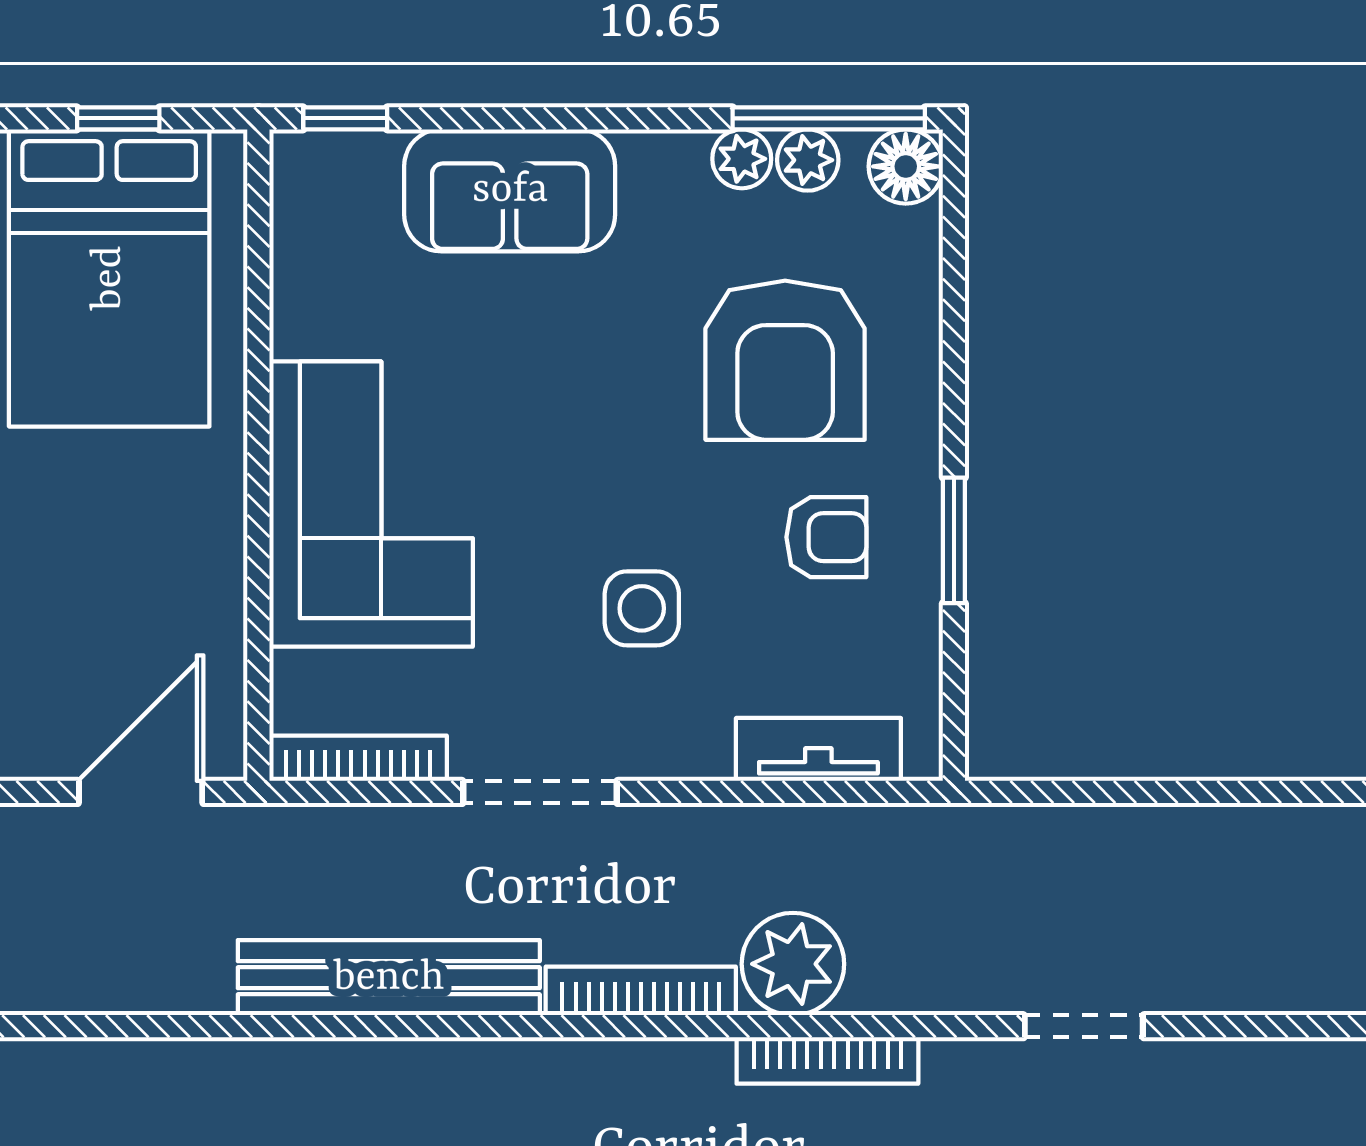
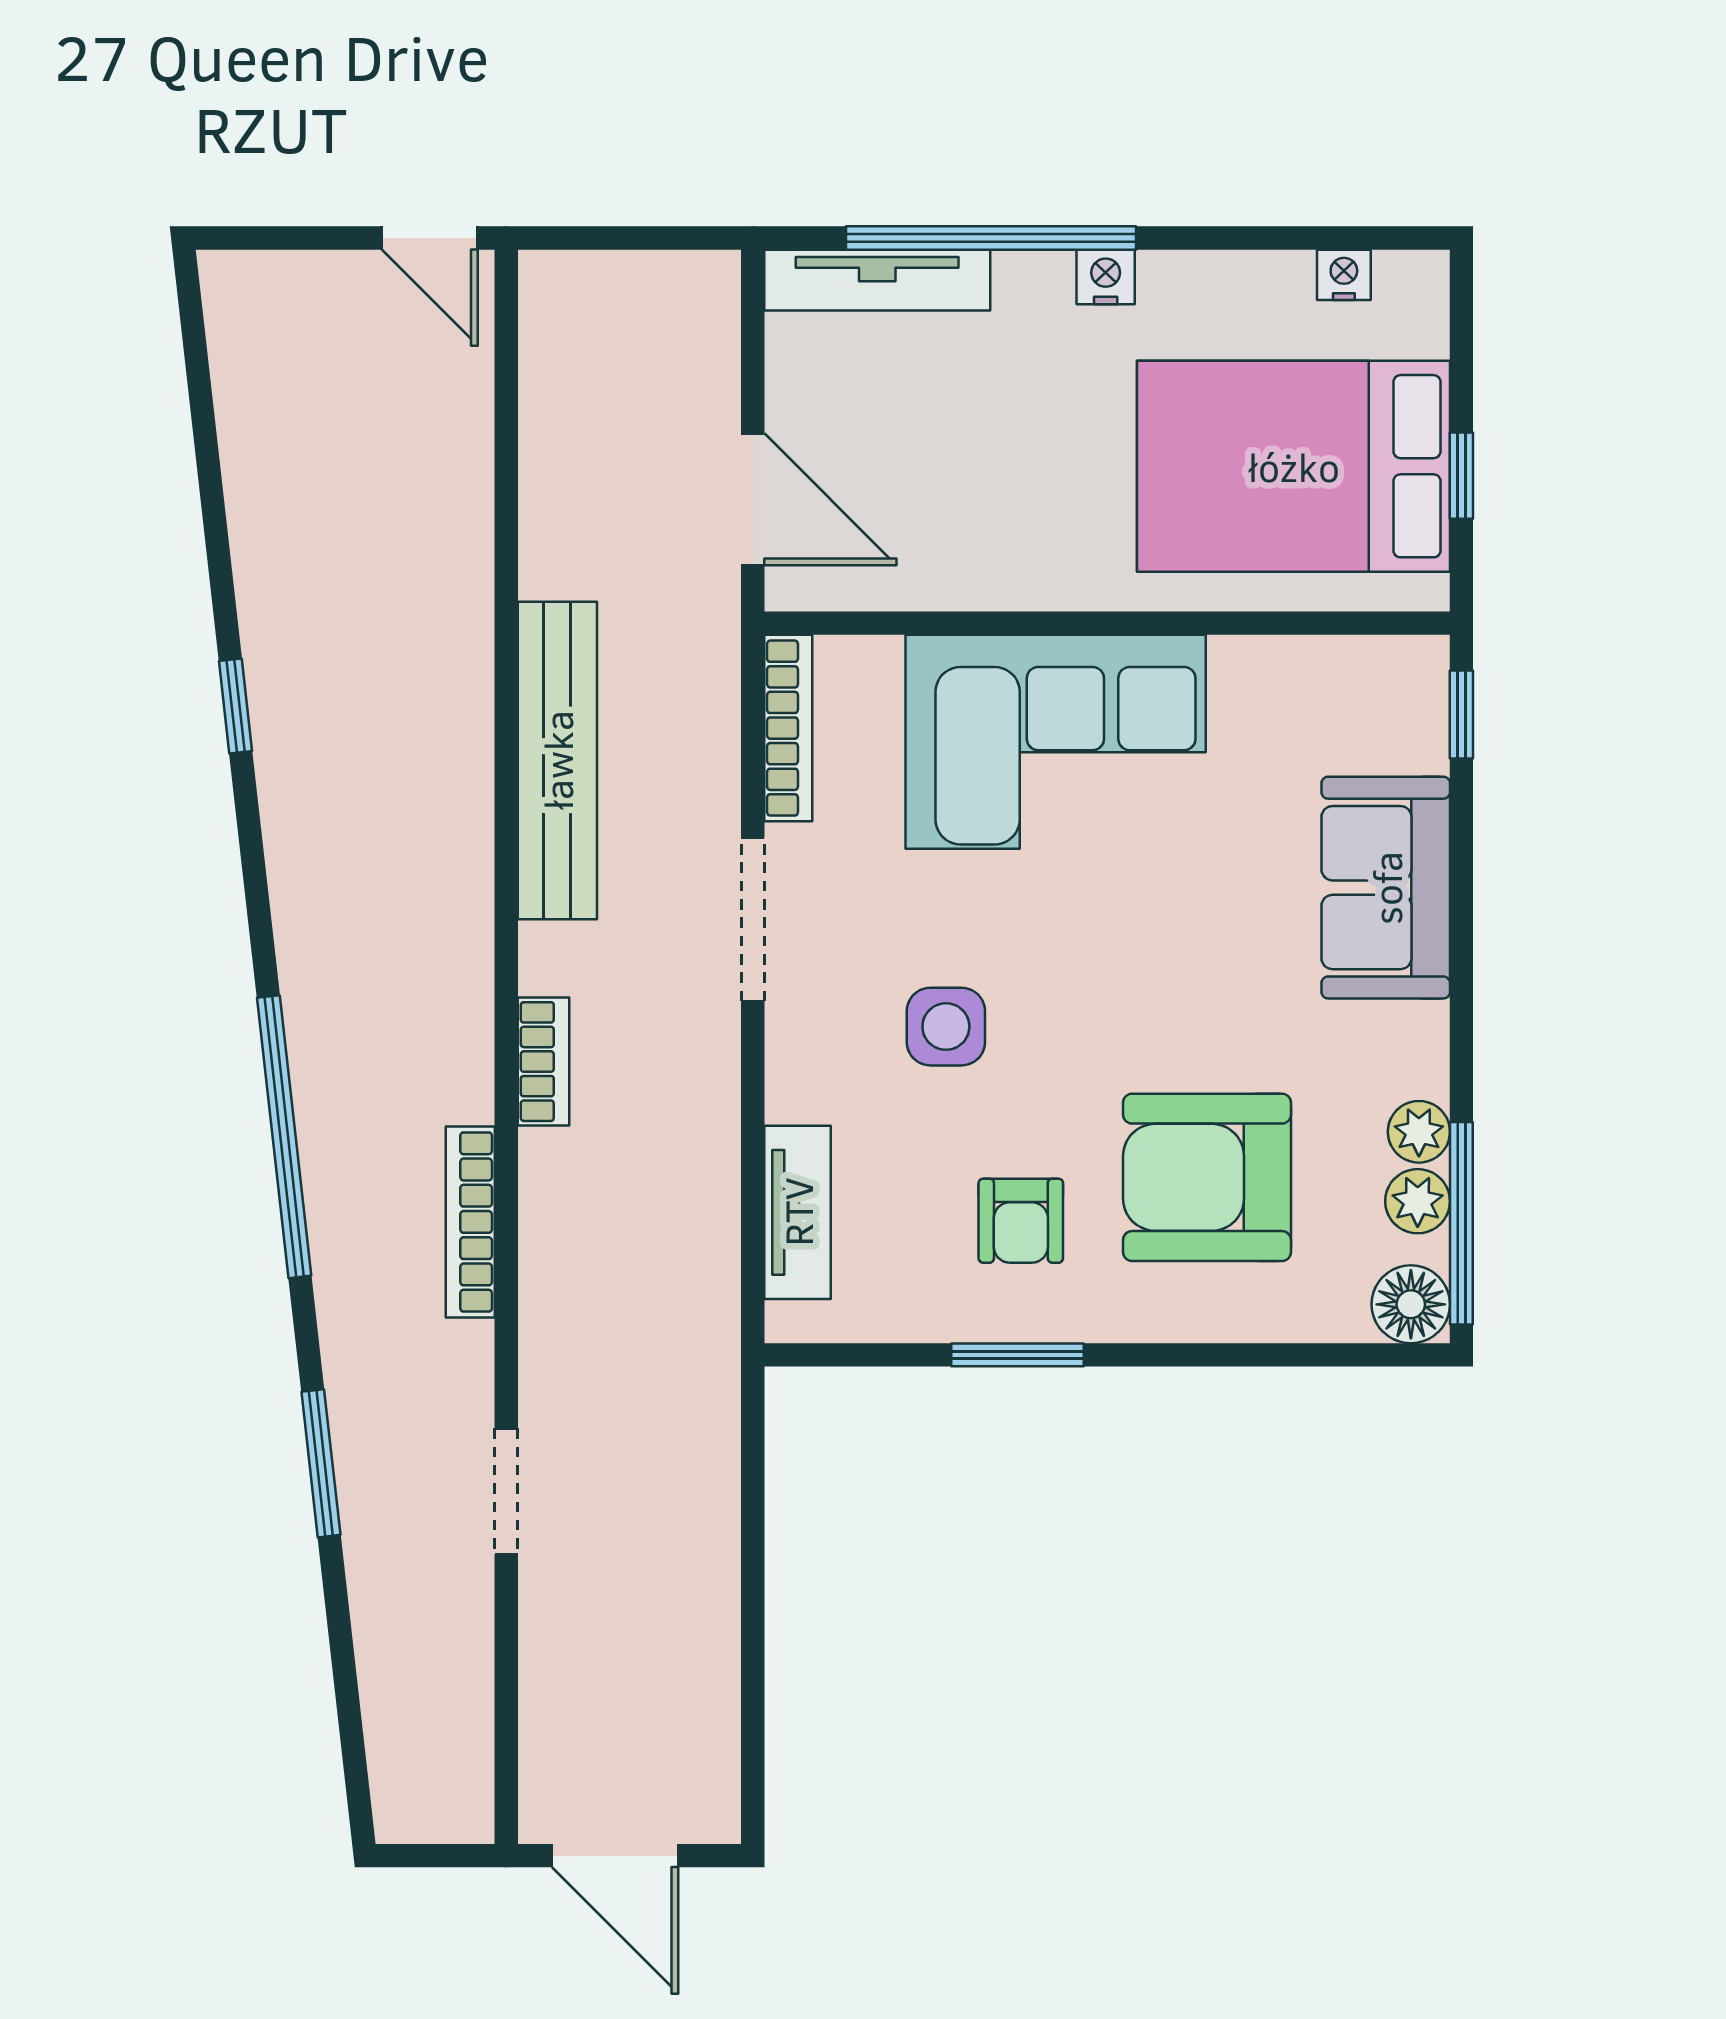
plant: (793, 964) -> (572, 1186), removed
bookcase: (641, 991) -> (543, 1062), width x0.64

